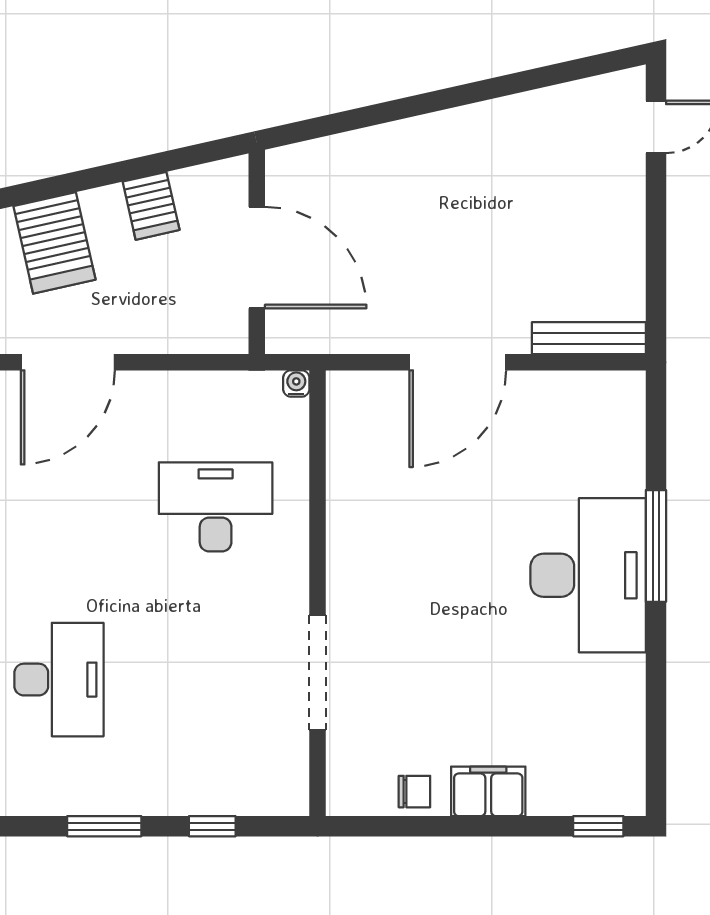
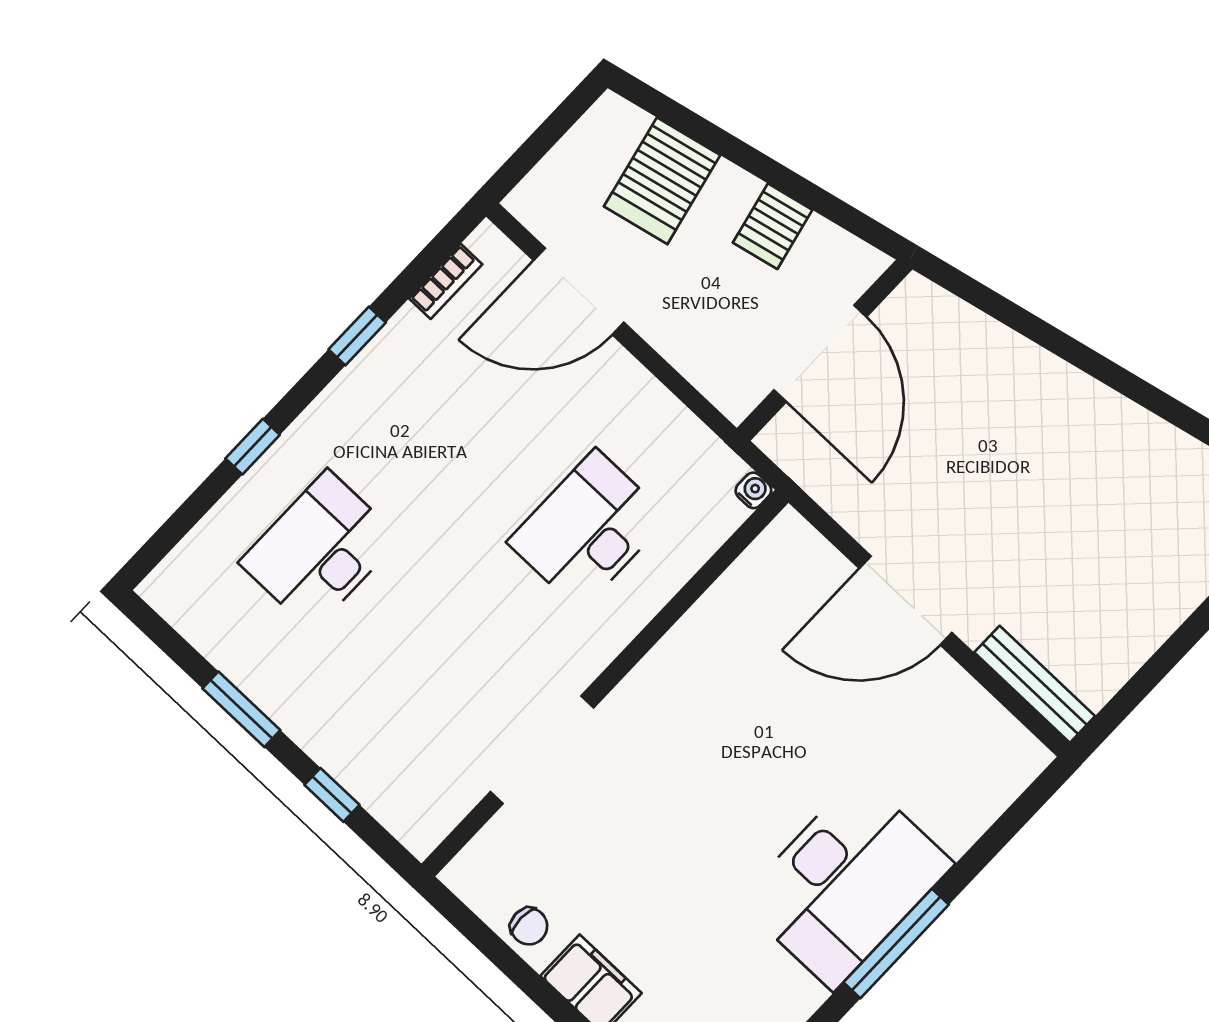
desk: (216, 507) -> (588, 530), turned -90
window: (656, 546) -> (896, 944), moved
desk: (59, 680) -> (320, 550), turned 180

